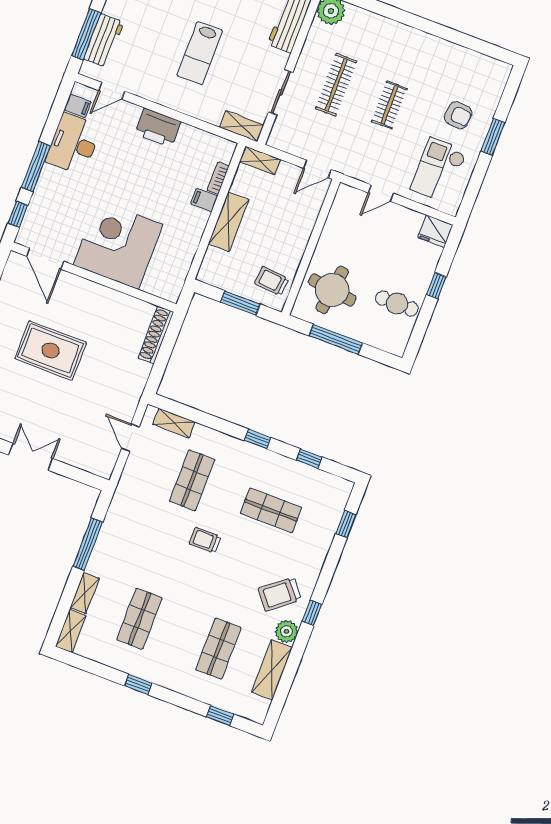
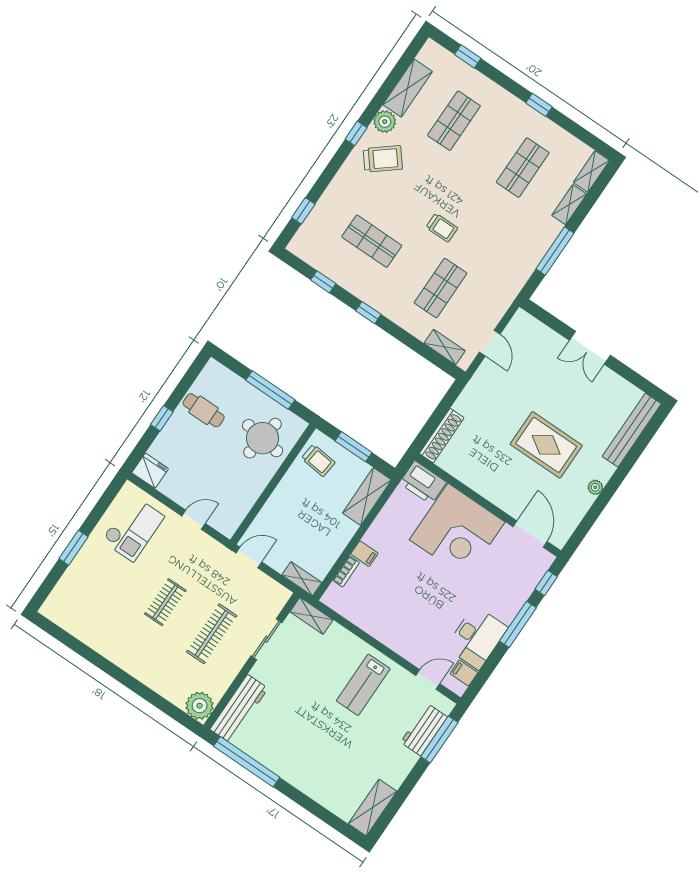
lab bench: (200, 53) -> (363, 685), moved, turned 180
armchair: (458, 115) -> (102, 577), removed
printer: (158, 128) -> (423, 483), moved, turned 180
shelving: (229, 222) -> (367, 496), moved

